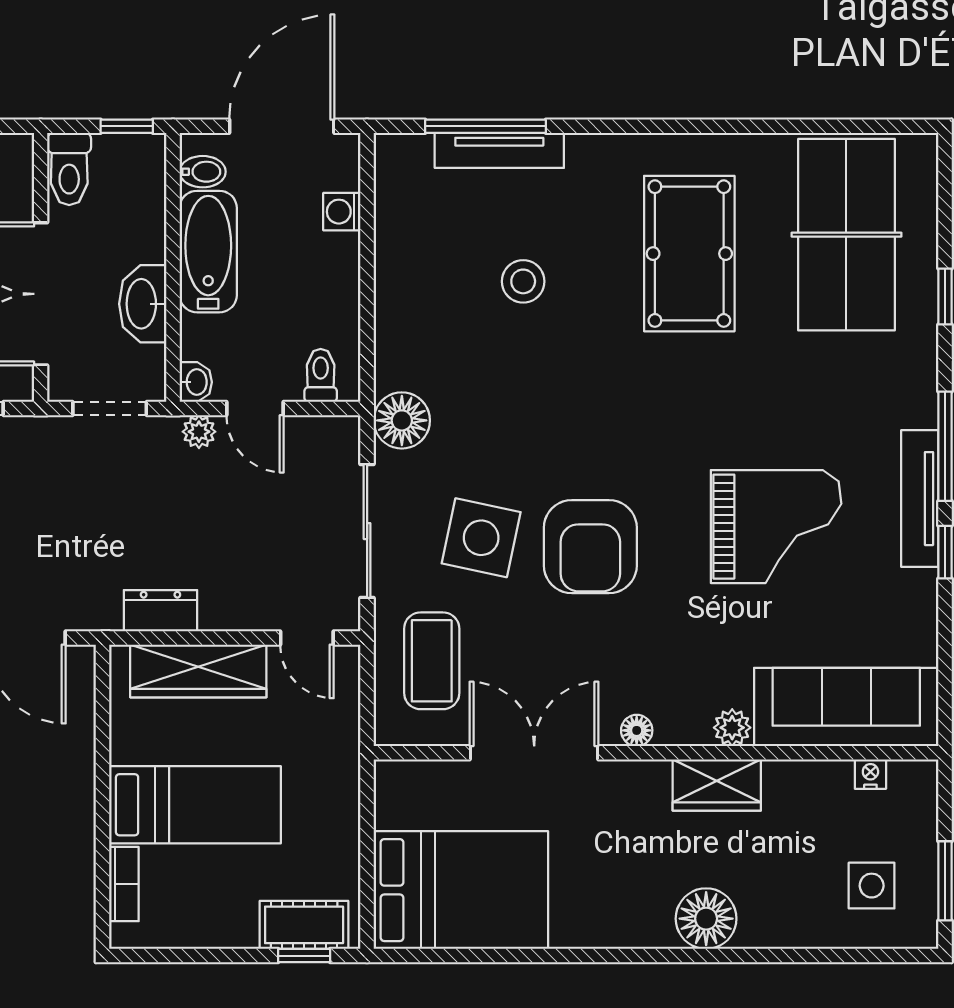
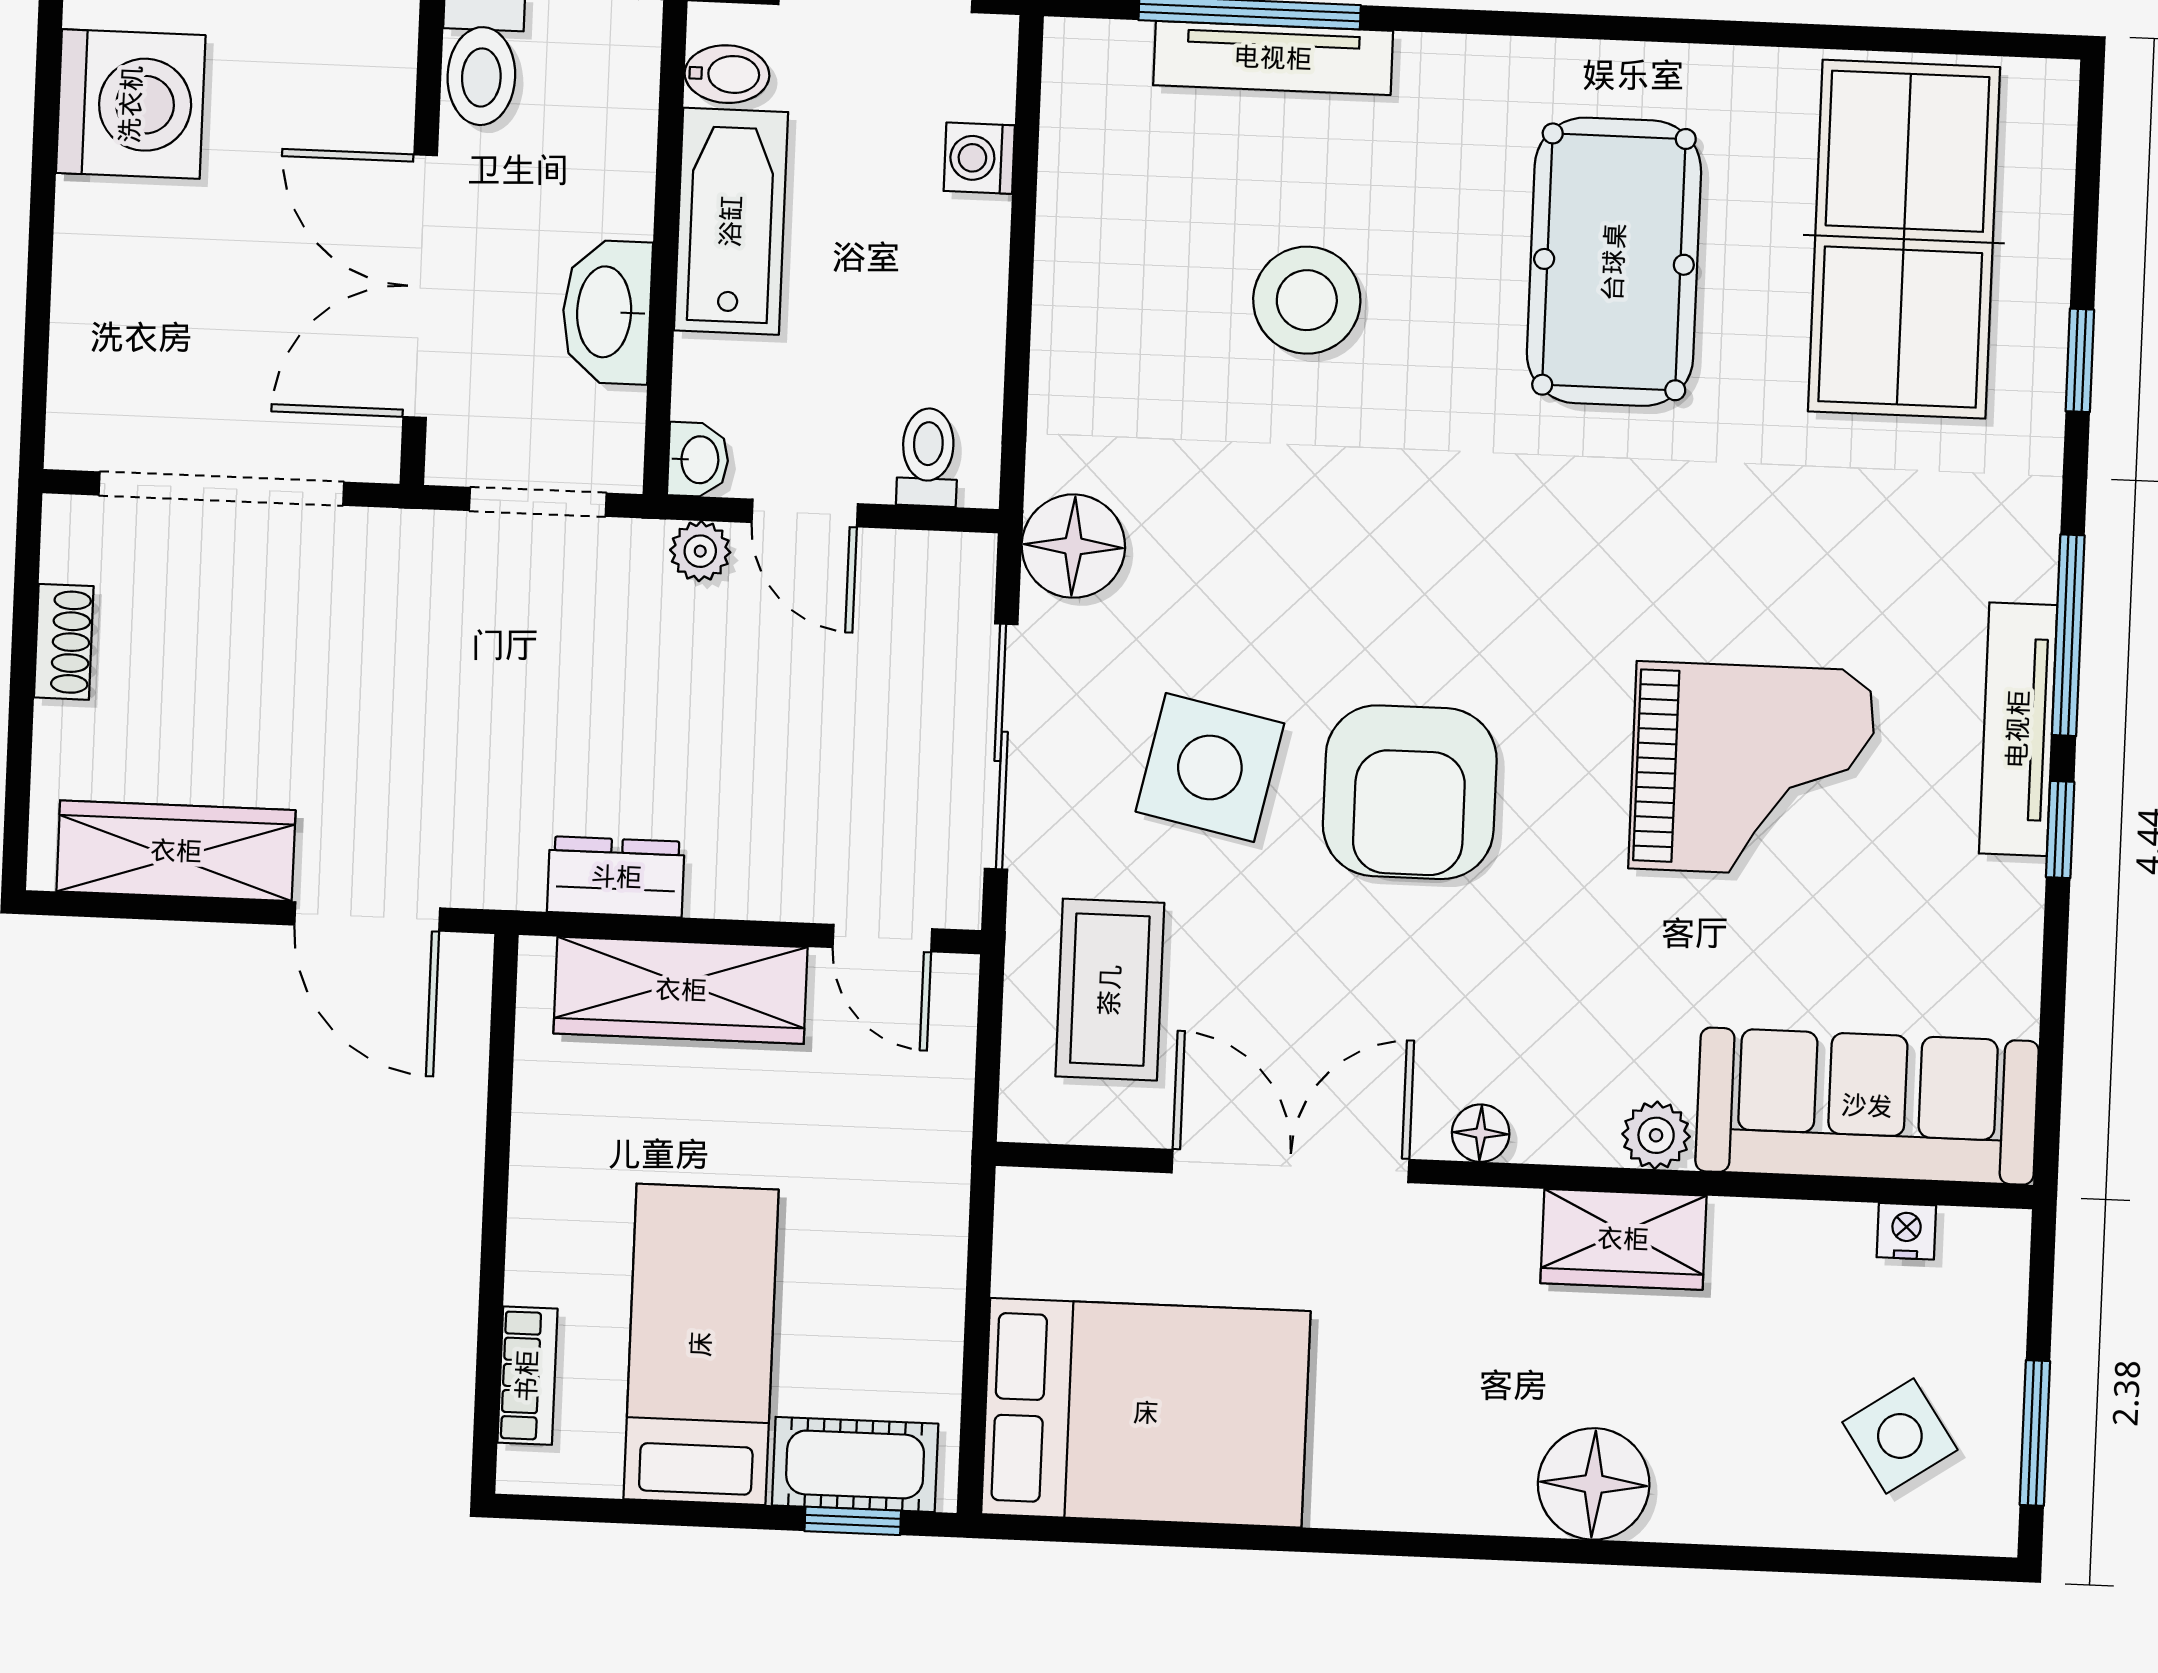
stool: (523, 281) -> (1307, 300), width x1.38, depth x1.38
bed: (195, 805) -> (701, 1344), moved, turned -90
side table: (872, 886) -> (1900, 1436), turned -34

